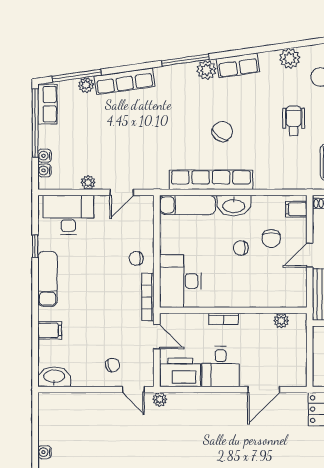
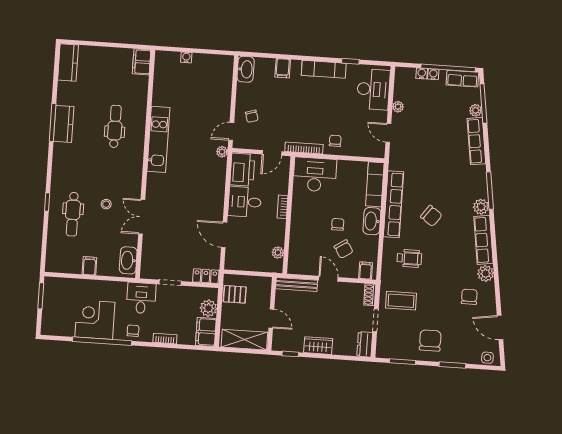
row of seats: (238, 65) -> (484, 240), width x1.48
wheelchair: (294, 121) -> (409, 258), moved
water cooler: (44, 170) -> (433, 74), moved
chair: (271, 239) -> (344, 249), turned -123

